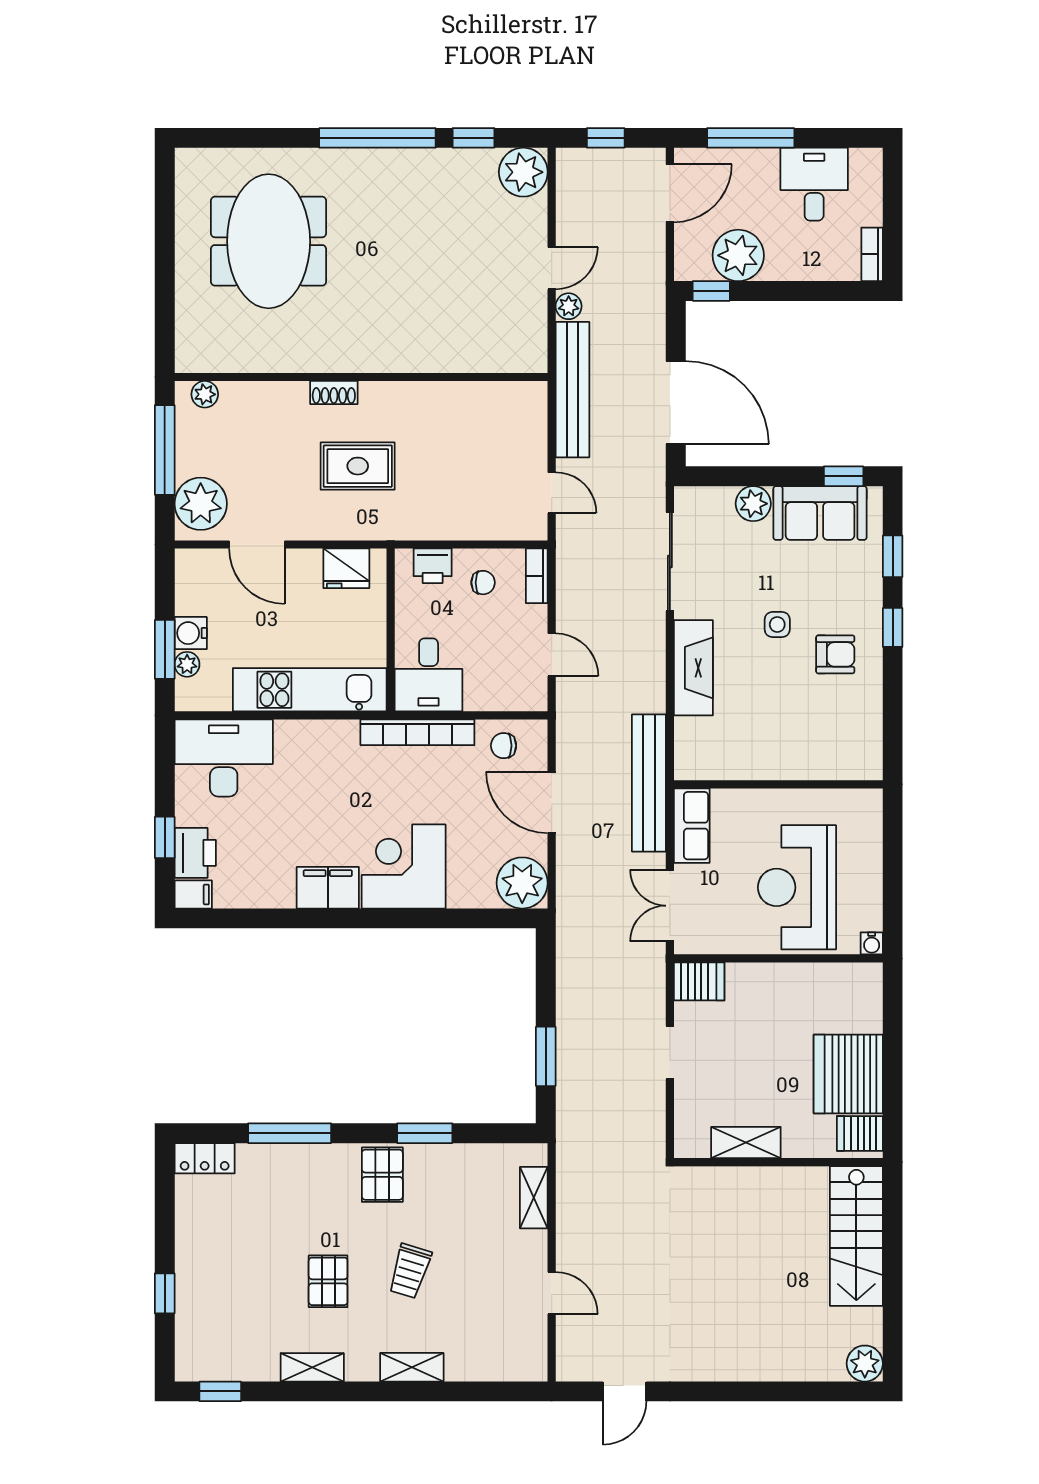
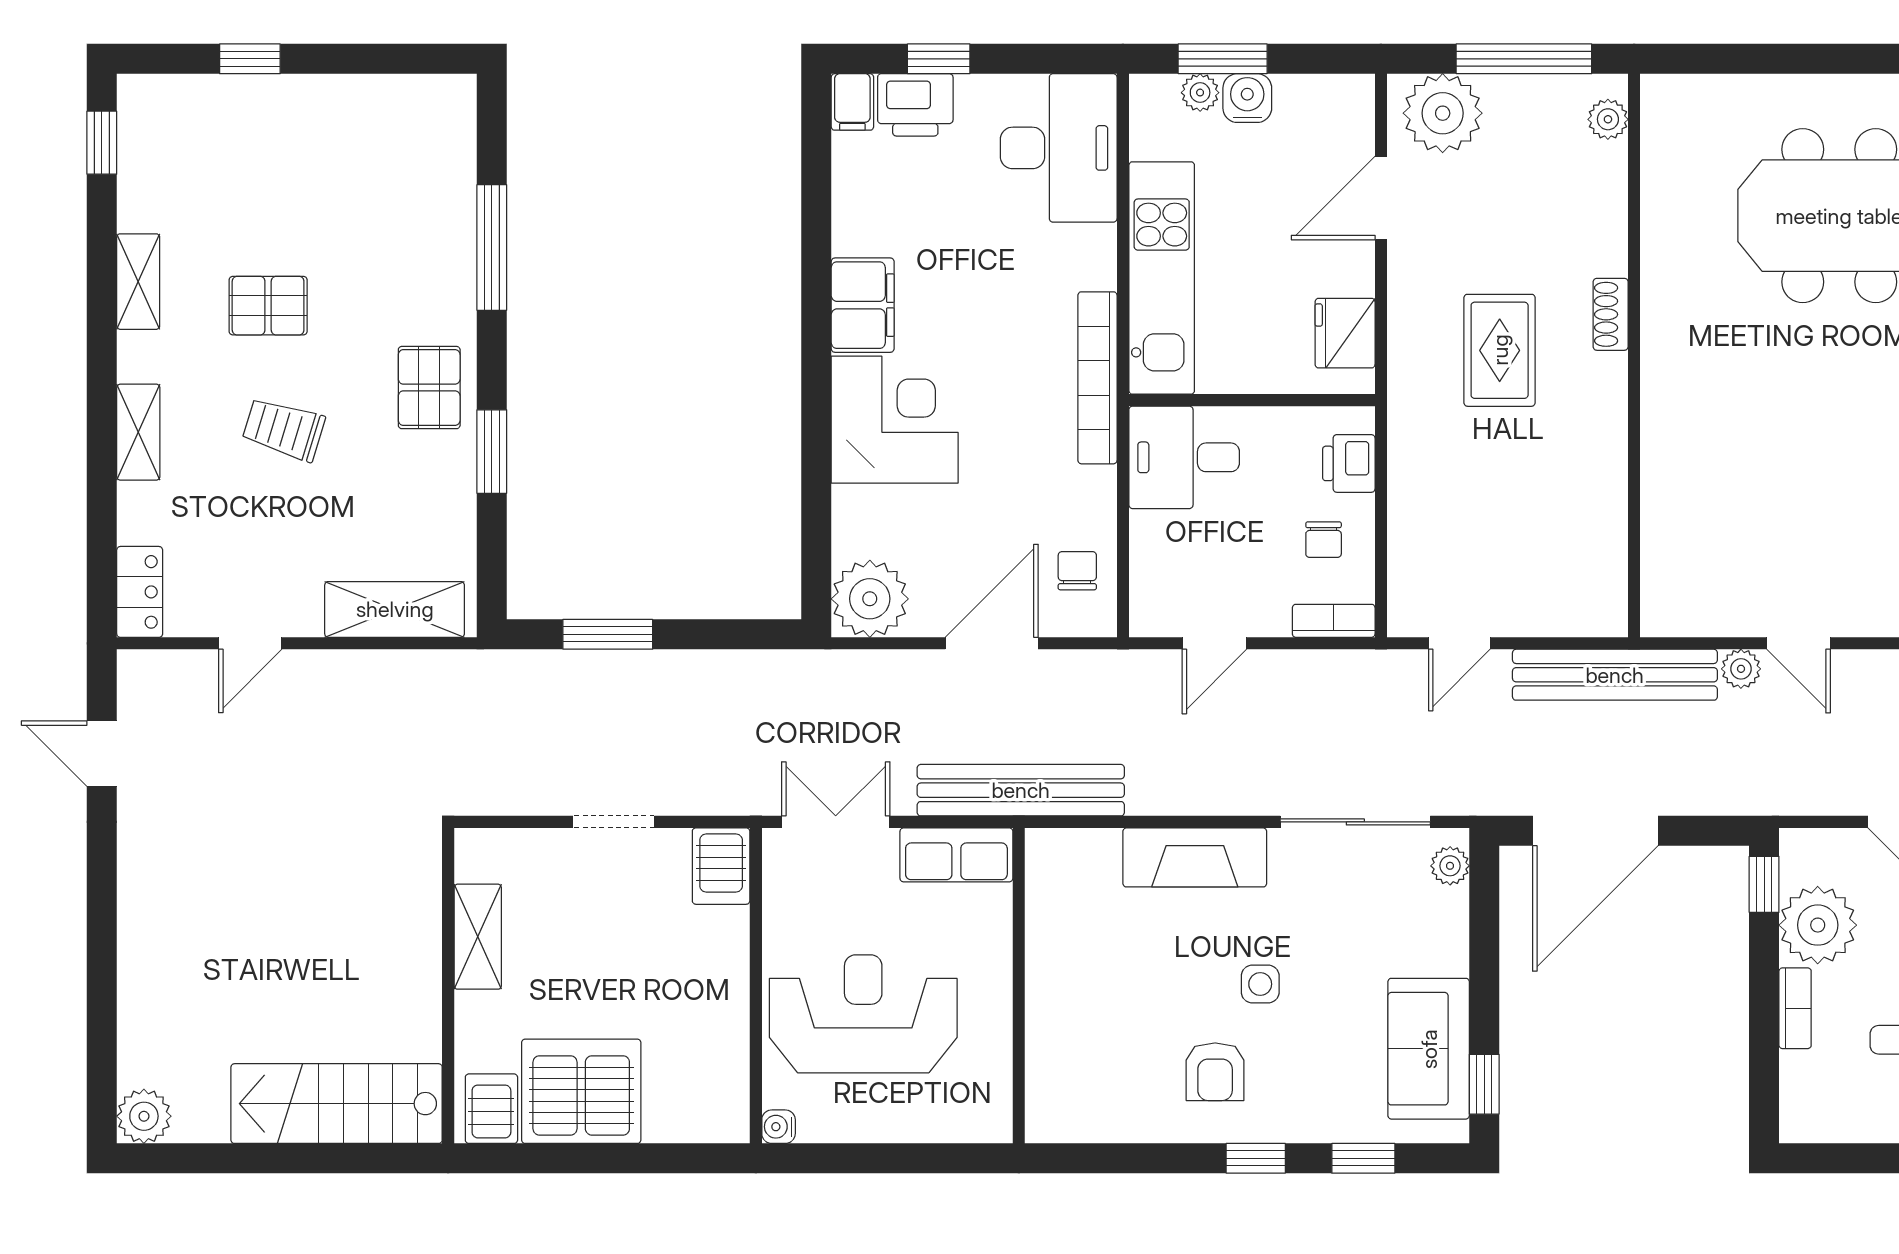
bookcase: (872, 254) -> (1795, 1008), moved, turned 90
plant: (753, 504) -> (1450, 866), moved, width x0.73, depth x0.73
bookcase: (417, 732) -> (1097, 378), moved
locker: (205, 1158) -> (140, 592), moved, turned 180
pallet: (382, 1175) -> (429, 388), turned 90
shelving: (534, 1198) -> (395, 609), width x1.50, depth x1.33

